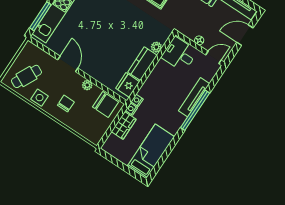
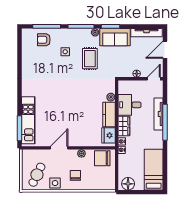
desk: (179, 54) -> (130, 105), moved
door: (68, 64) -> (59, 148), hinge flipped
chair: (105, 104) -> (102, 158), turned 180
wardrobe: (124, 125) -> (124, 126), moved
floor lamp: (115, 149) -> (128, 184), added

